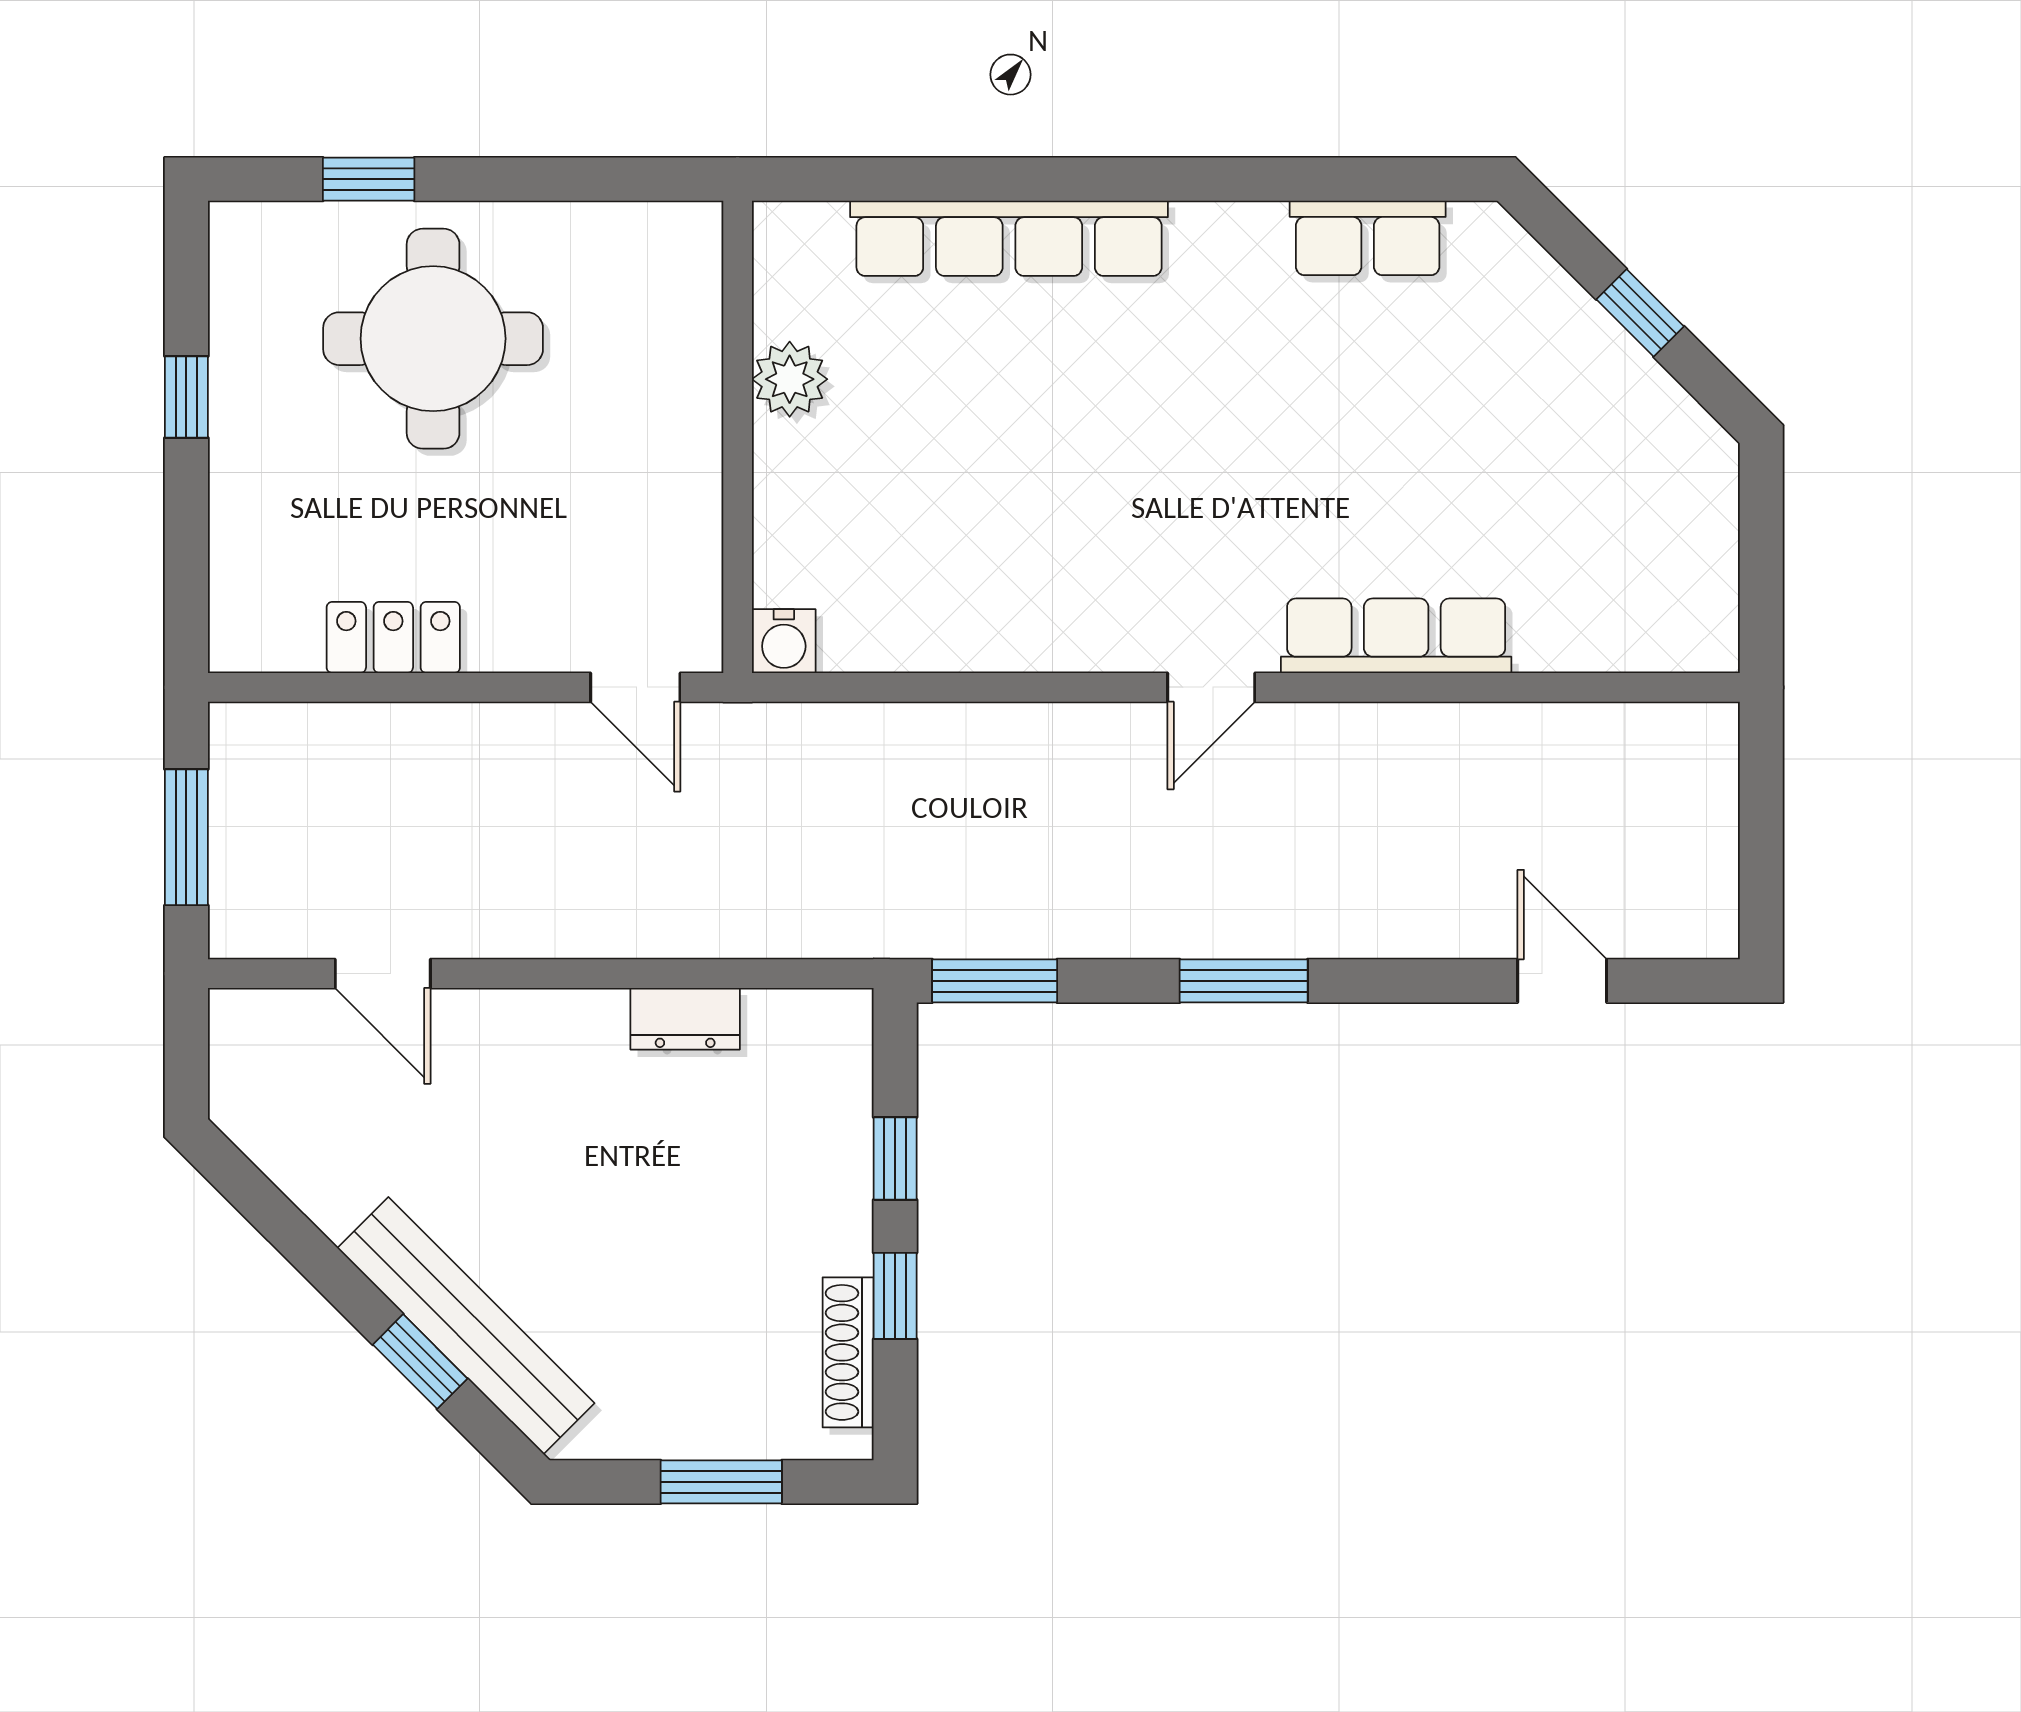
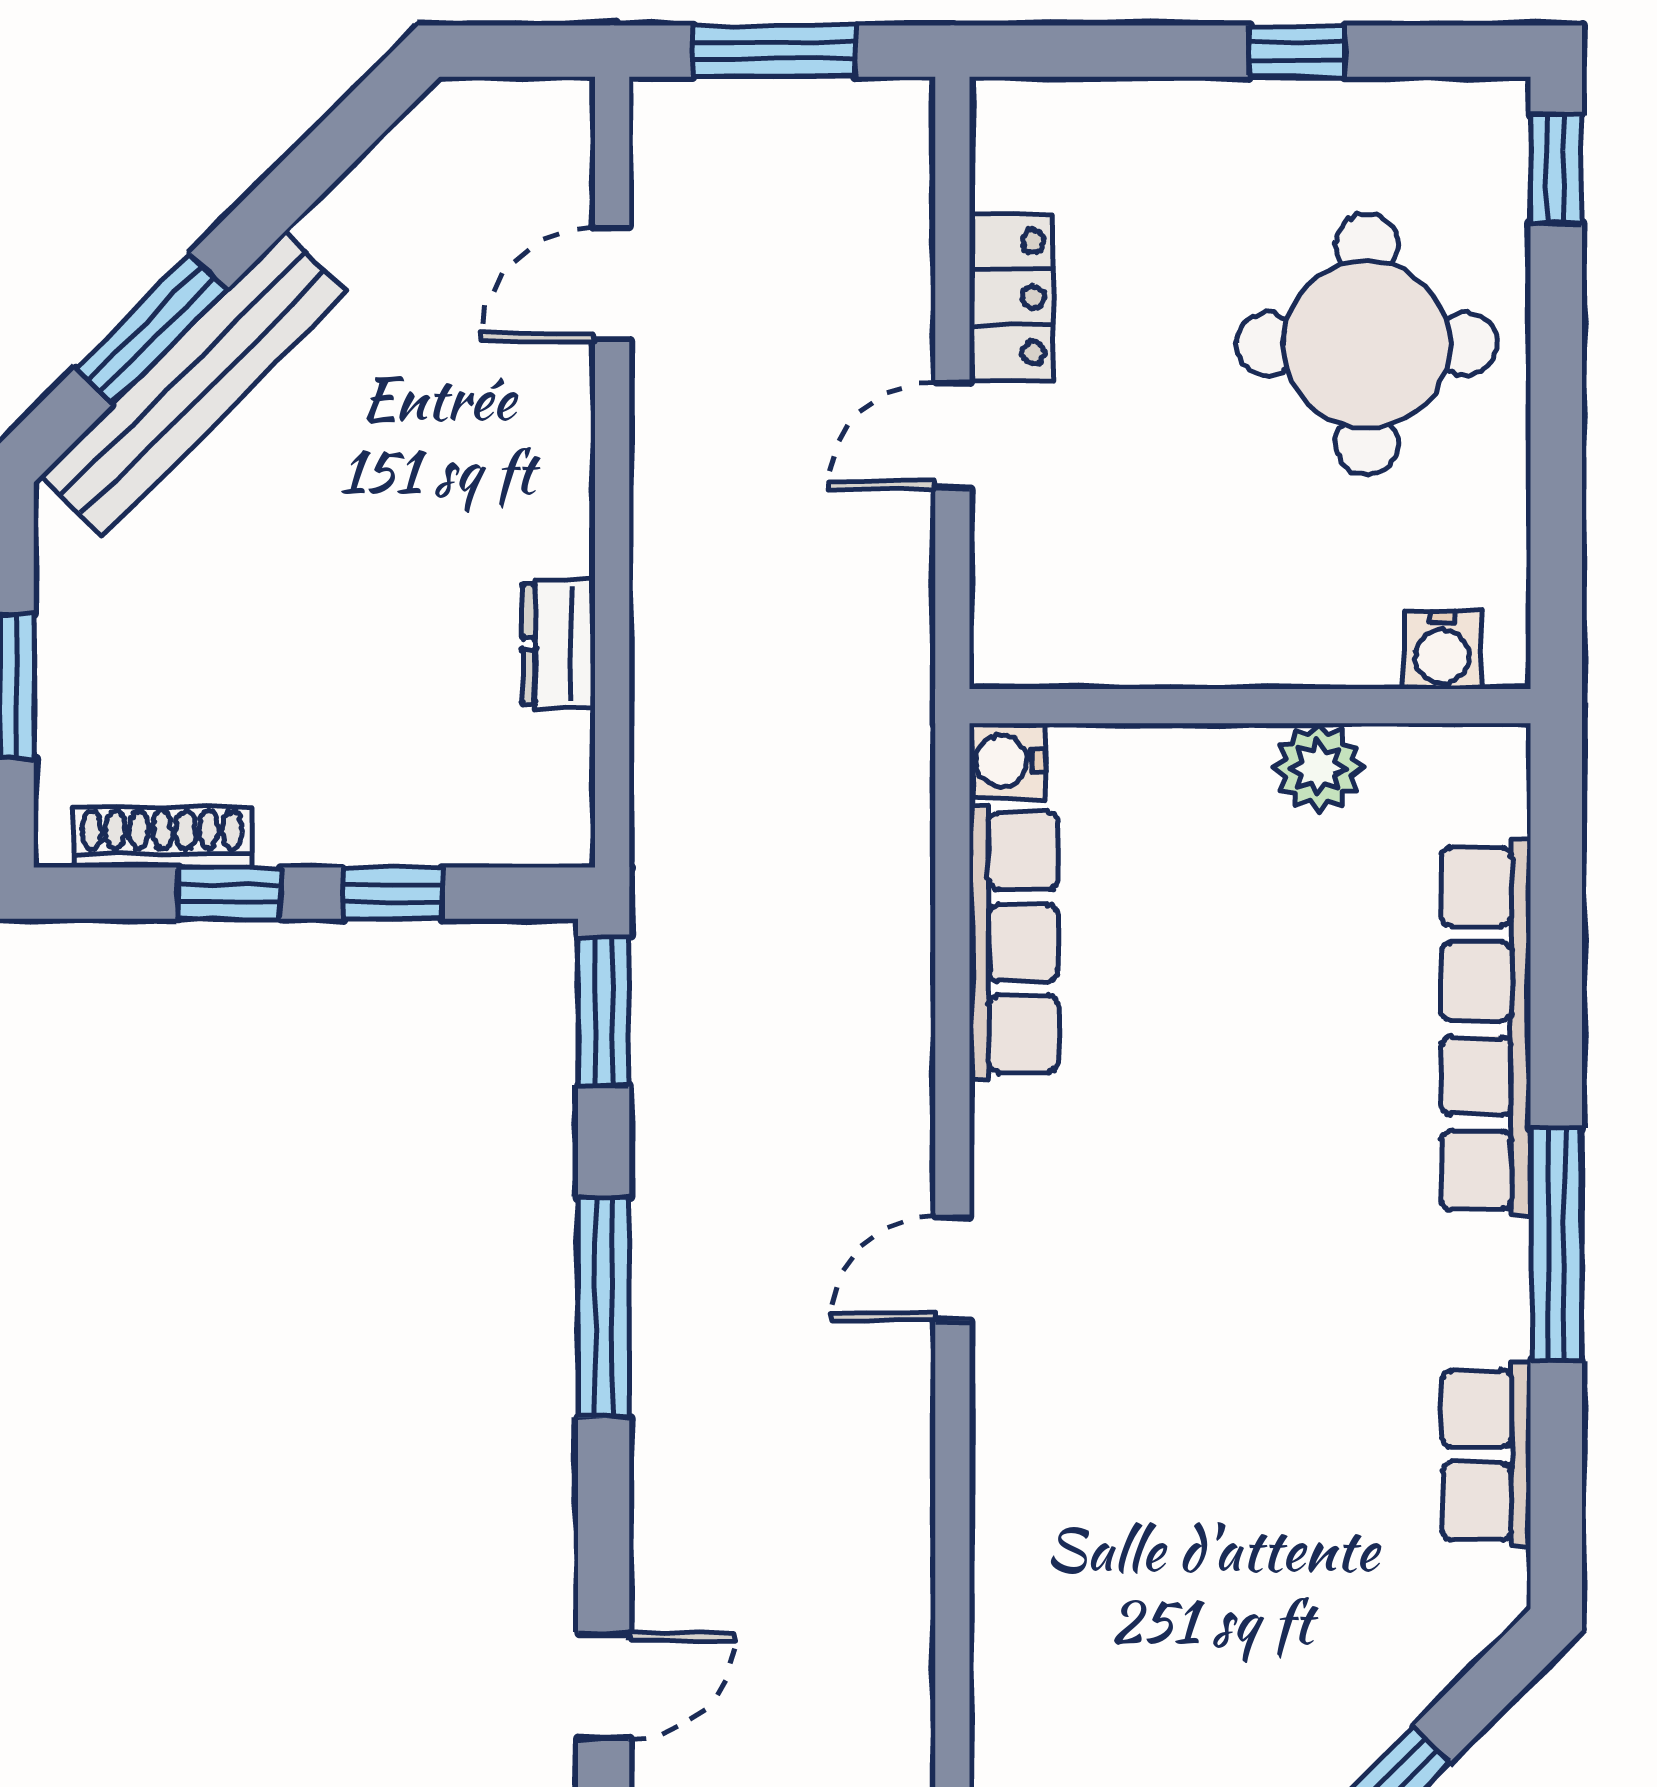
window: (369, 179) -> (1556, 169), moved
window: (1191, 179) -> (1556, 1245), added
water cooler: (690, 275) -> (1442, 650), added
row of seats: (1396, 636) -> (1014, 943), moved
door: (635, 687) -> (952, 436), moved
door: (1211, 687) -> (952, 1269), hinge flipped
window: (1244, 981) -> (604, 1307), width x1.44
window: (420, 1362) -> (151, 329), width x1.50

